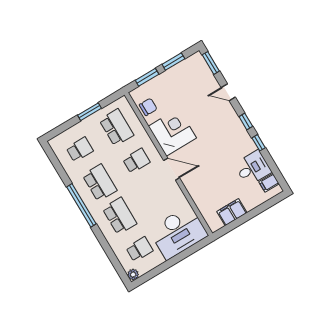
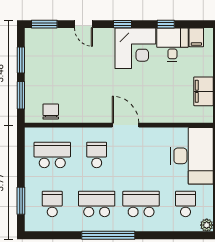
door: (228, 92) -> (83, 24), hinge flipped
window: (89, 112) -> (21, 201), moved
corner desk: (172, 132) -> (135, 48), moved, turned 180
window: (259, 143) -> (166, 24), moved
door: (172, 169) -> (126, 125), hinge flipped

